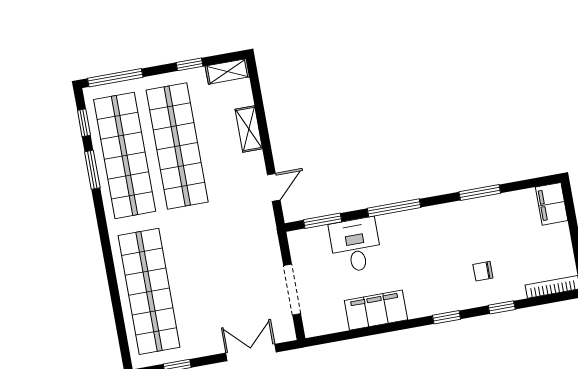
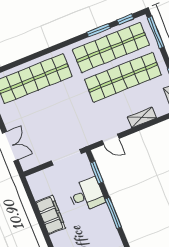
doorway: (292, 290) -> (66, 157), moved

